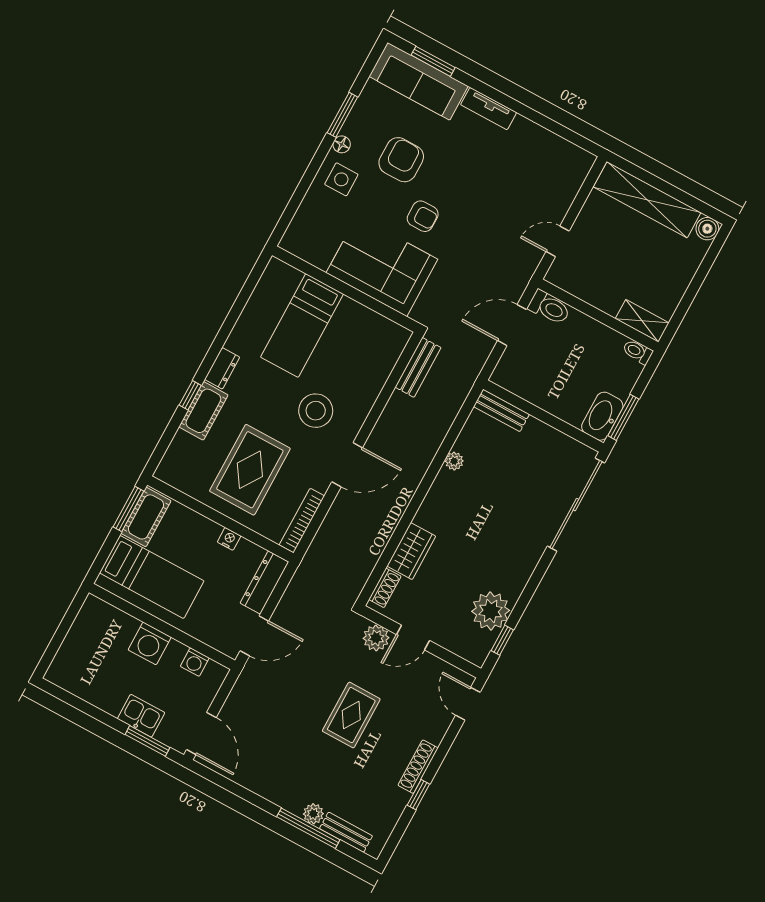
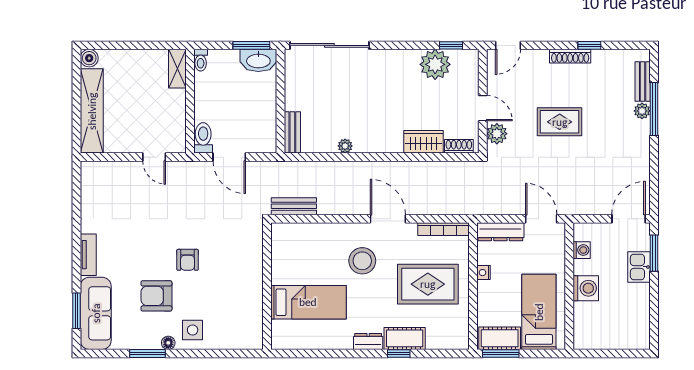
armchair: (423, 216) -> (188, 260), turned 180
corner sofa: (382, 266) -> (237, 269), removed

